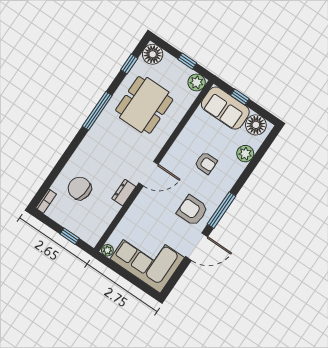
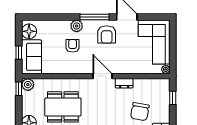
window: (187, 61) -> (19, 89), moved
plant: (245, 154) -> (77, 26), moved

